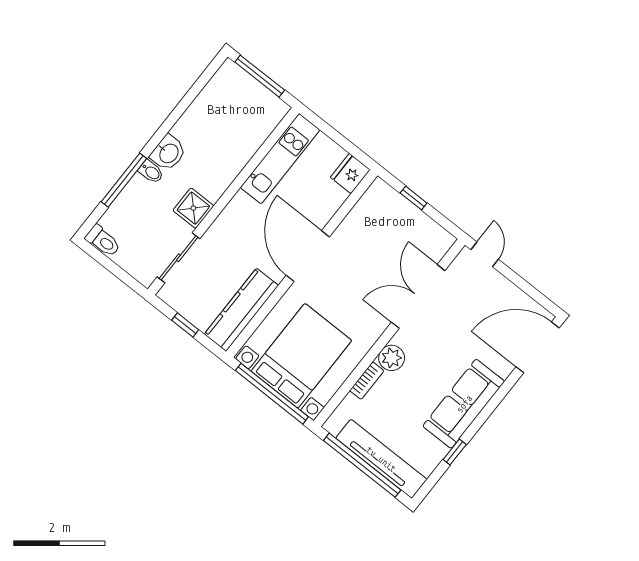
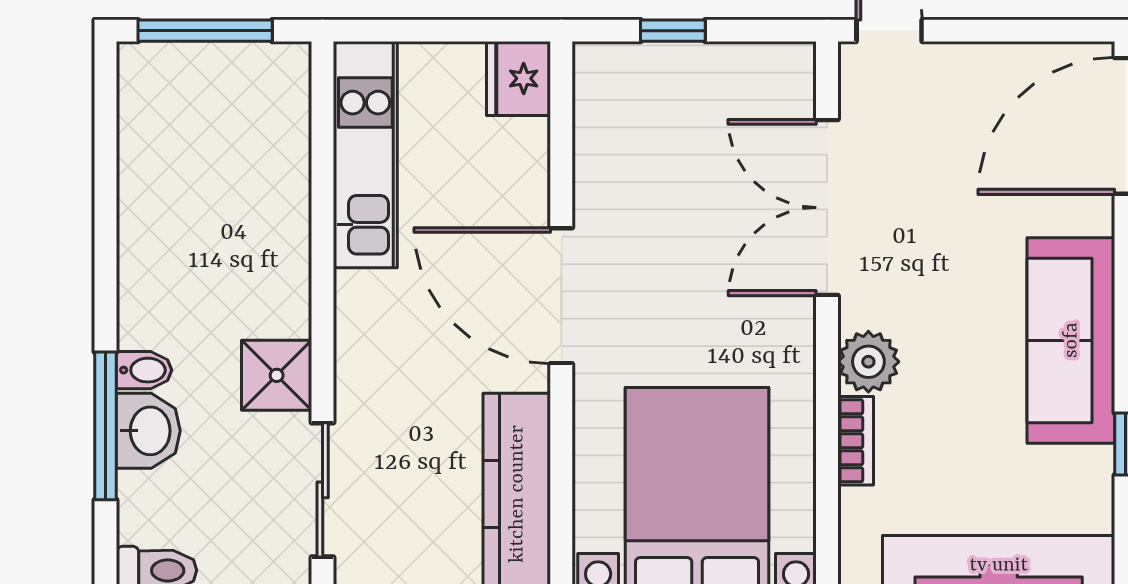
washbasin: (168, 153) -> (148, 431), moved

